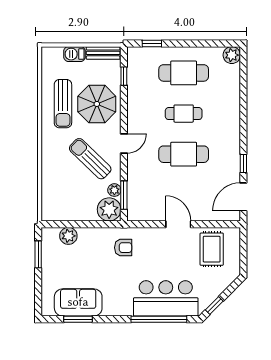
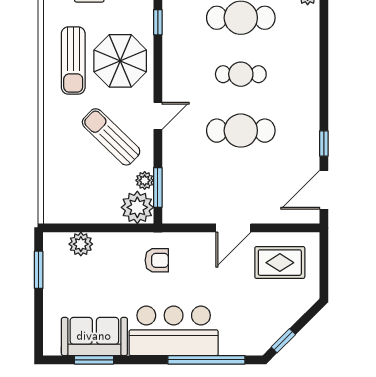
door: (178, 224) -> (233, 228), swing flipped
rug: (212, 249) -> (280, 263), turned 90
bar counter: (166, 298) -> (174, 331), moved

